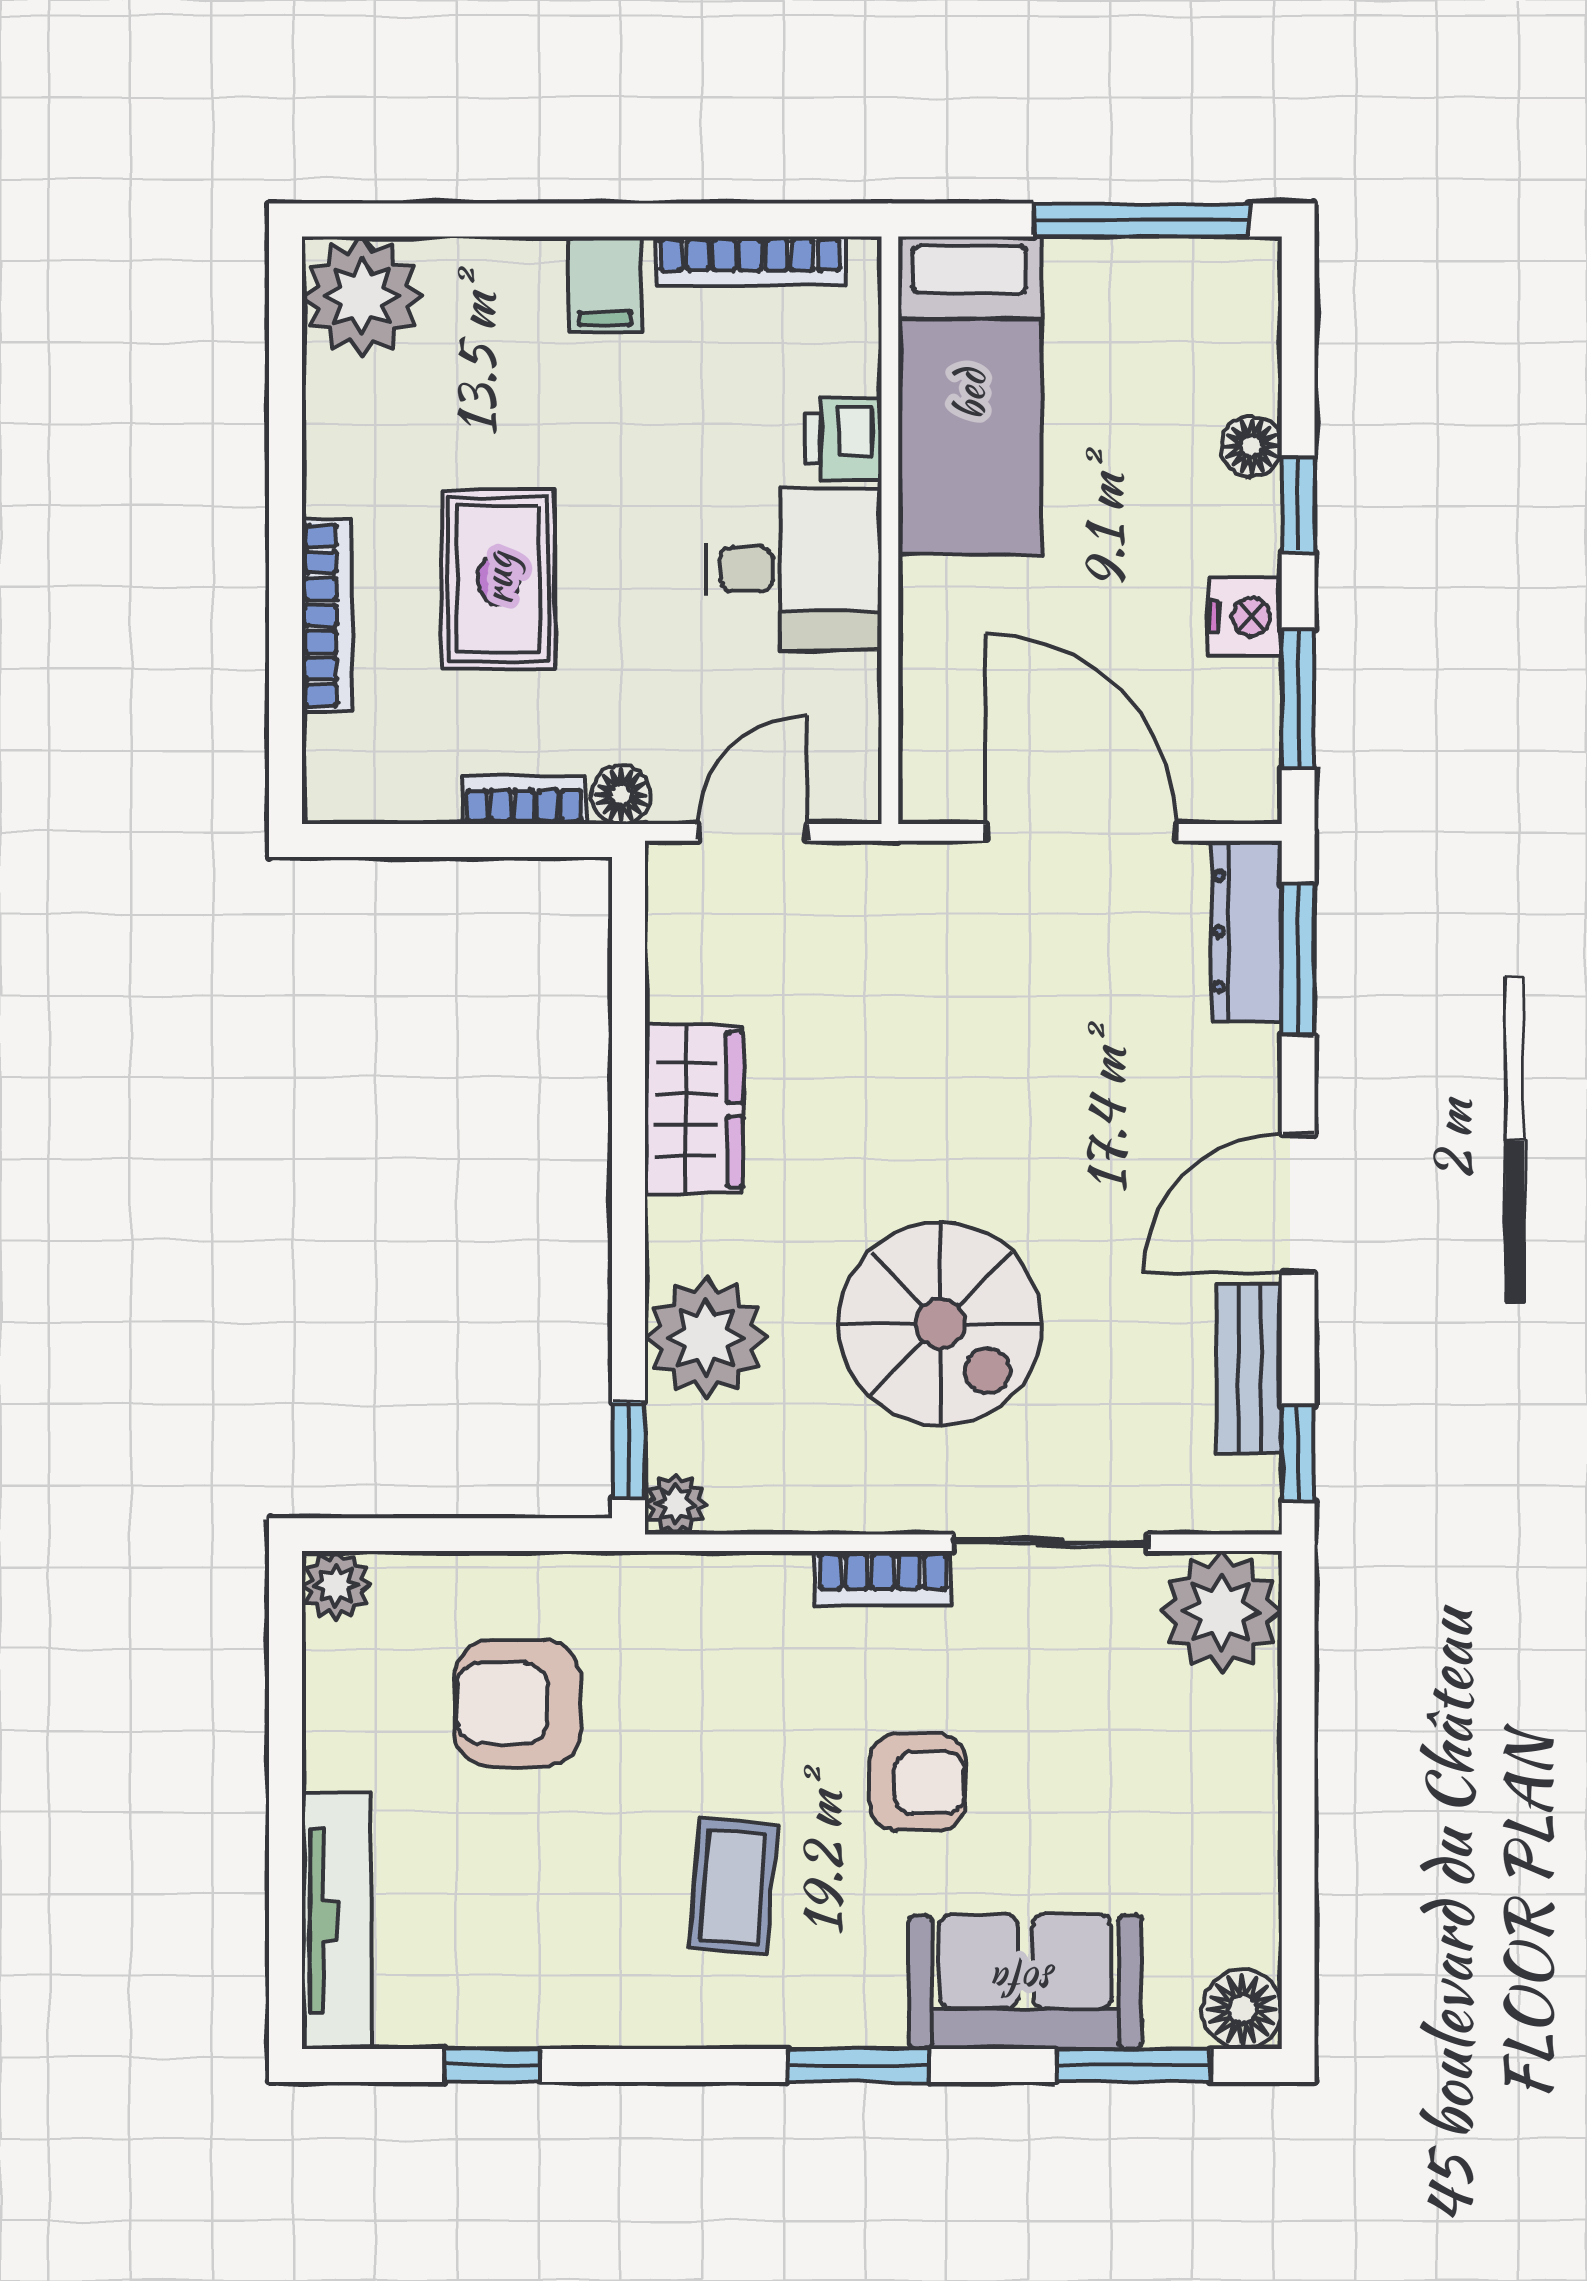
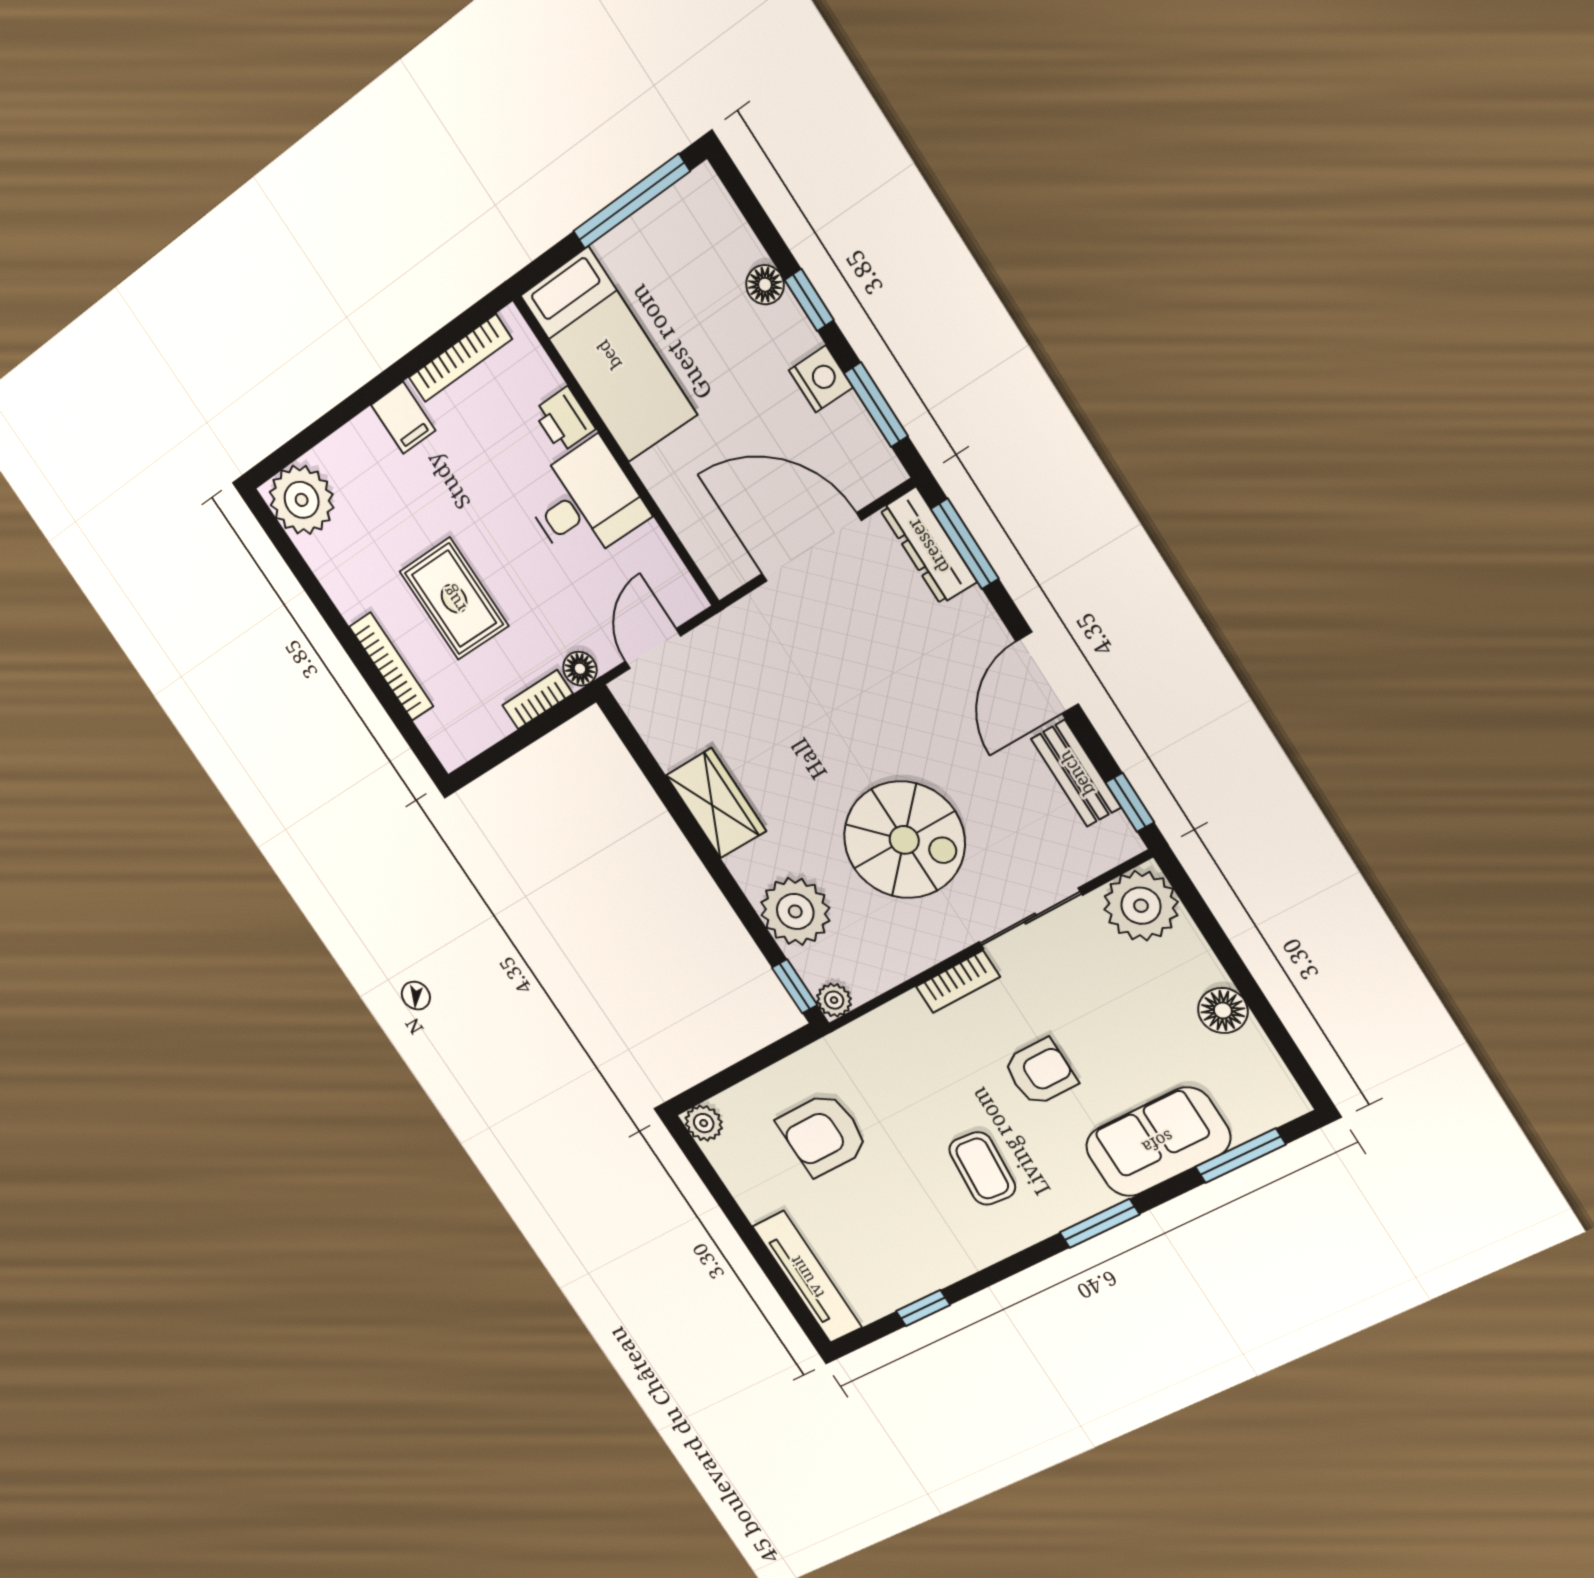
floor lamp: (1242, 2009) -> (1223, 1011), moved

